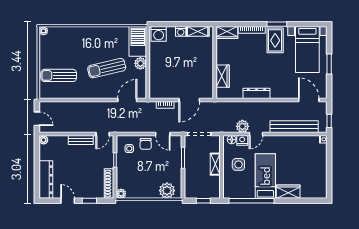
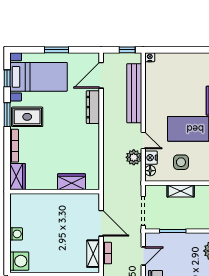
window: (306, 24) -> (7, 78), added
shelving: (198, 31) -> (93, 254), moved
dresser: (256, 93) -> (93, 107), moved

